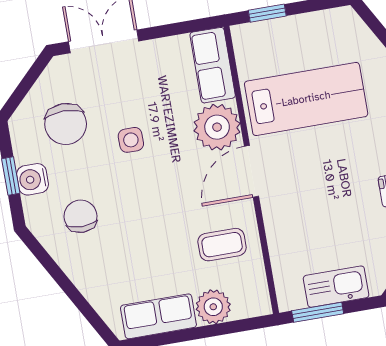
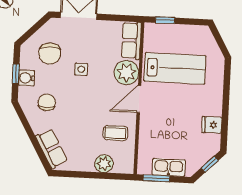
row of seats: (158, 316) -> (52, 149), moved, turned 60

